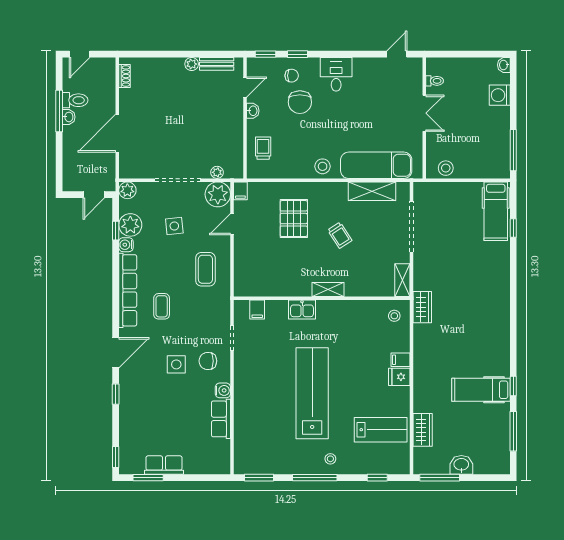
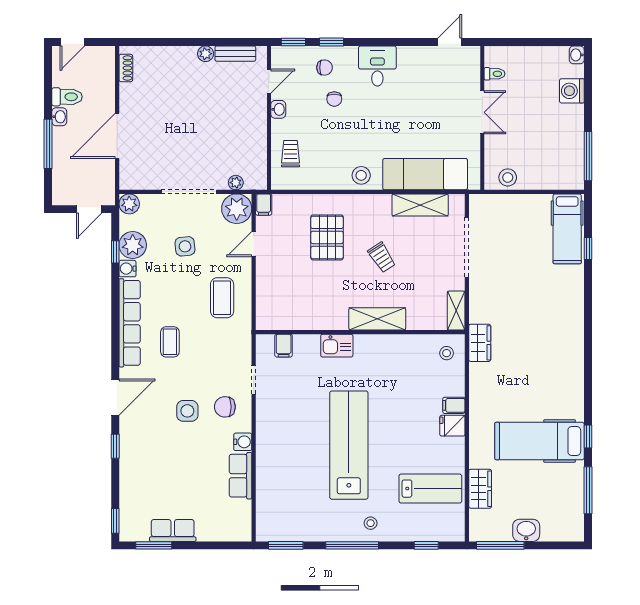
chair: (300, 102) -> (334, 99), width x0.54, depth x0.54
window: (59, 111) -> (48, 144), moved
shelving: (328, 289) -> (377, 319), width x1.50, depth x1.33
hospital bed: (481, 390) -> (539, 441), width x1.37, depth x1.29

